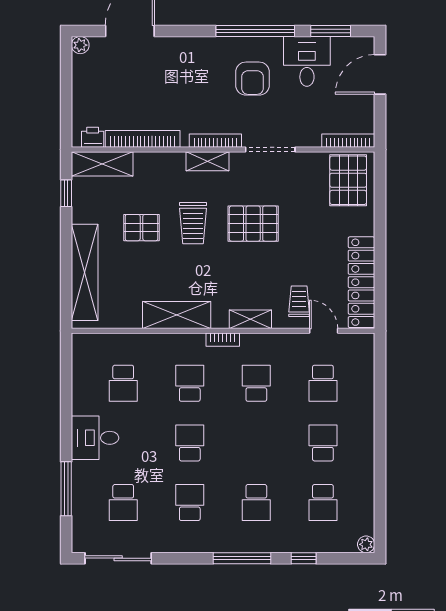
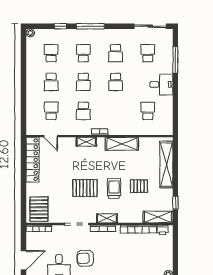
armchair: (252, 79) -> (85, 258), turned -92
trolley: (299, 301) -> (63, 151), removed
school desk: (190, 383) -> (83, 82), moved

